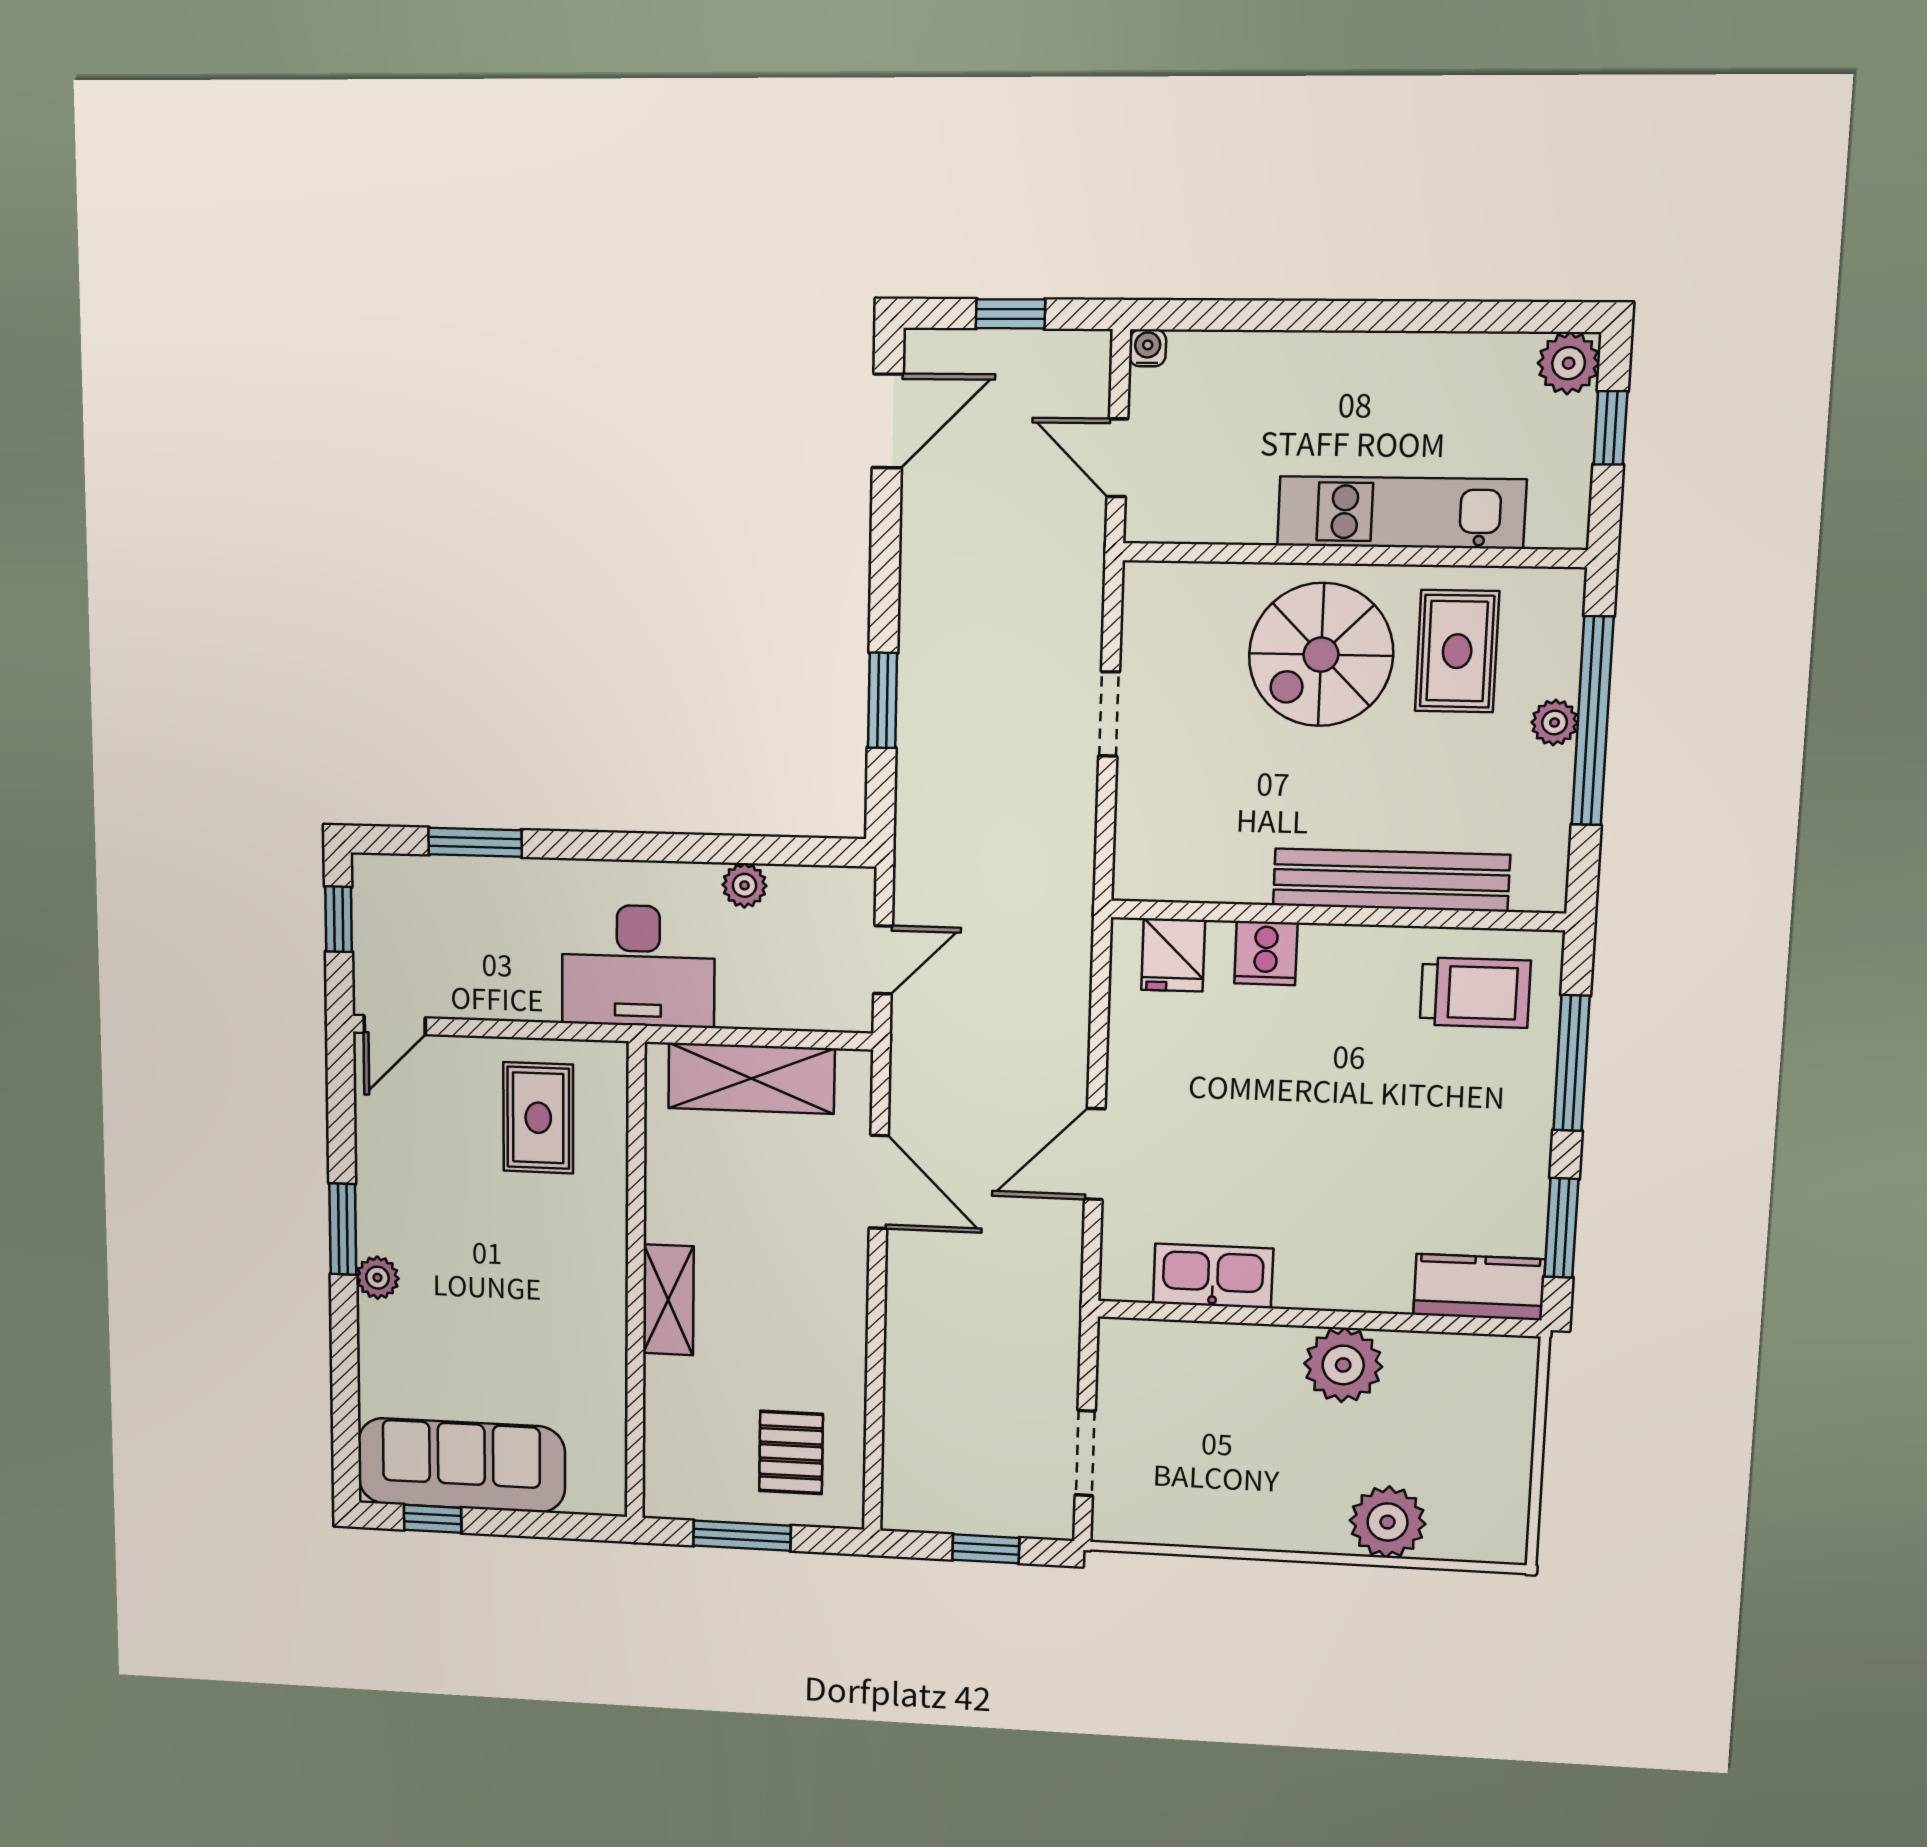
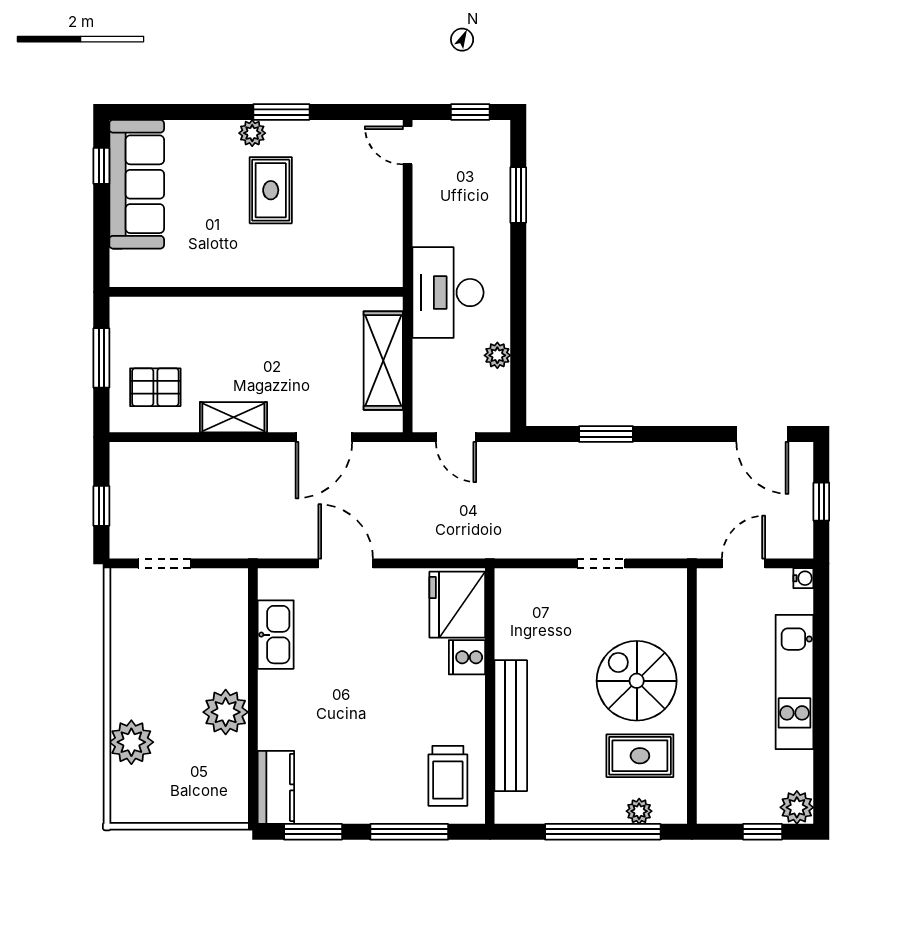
kitchen unit: (1401, 512) -> (794, 682), moved, turned 180
plant: (1555, 722) -> (639, 811), moved
fridge: (1173, 955) -> (457, 605), width x1.88, depth x1.34
rug: (538, 1118) -> (271, 190), moved, turned 90
shelving: (668, 1300) -> (233, 417), moved

